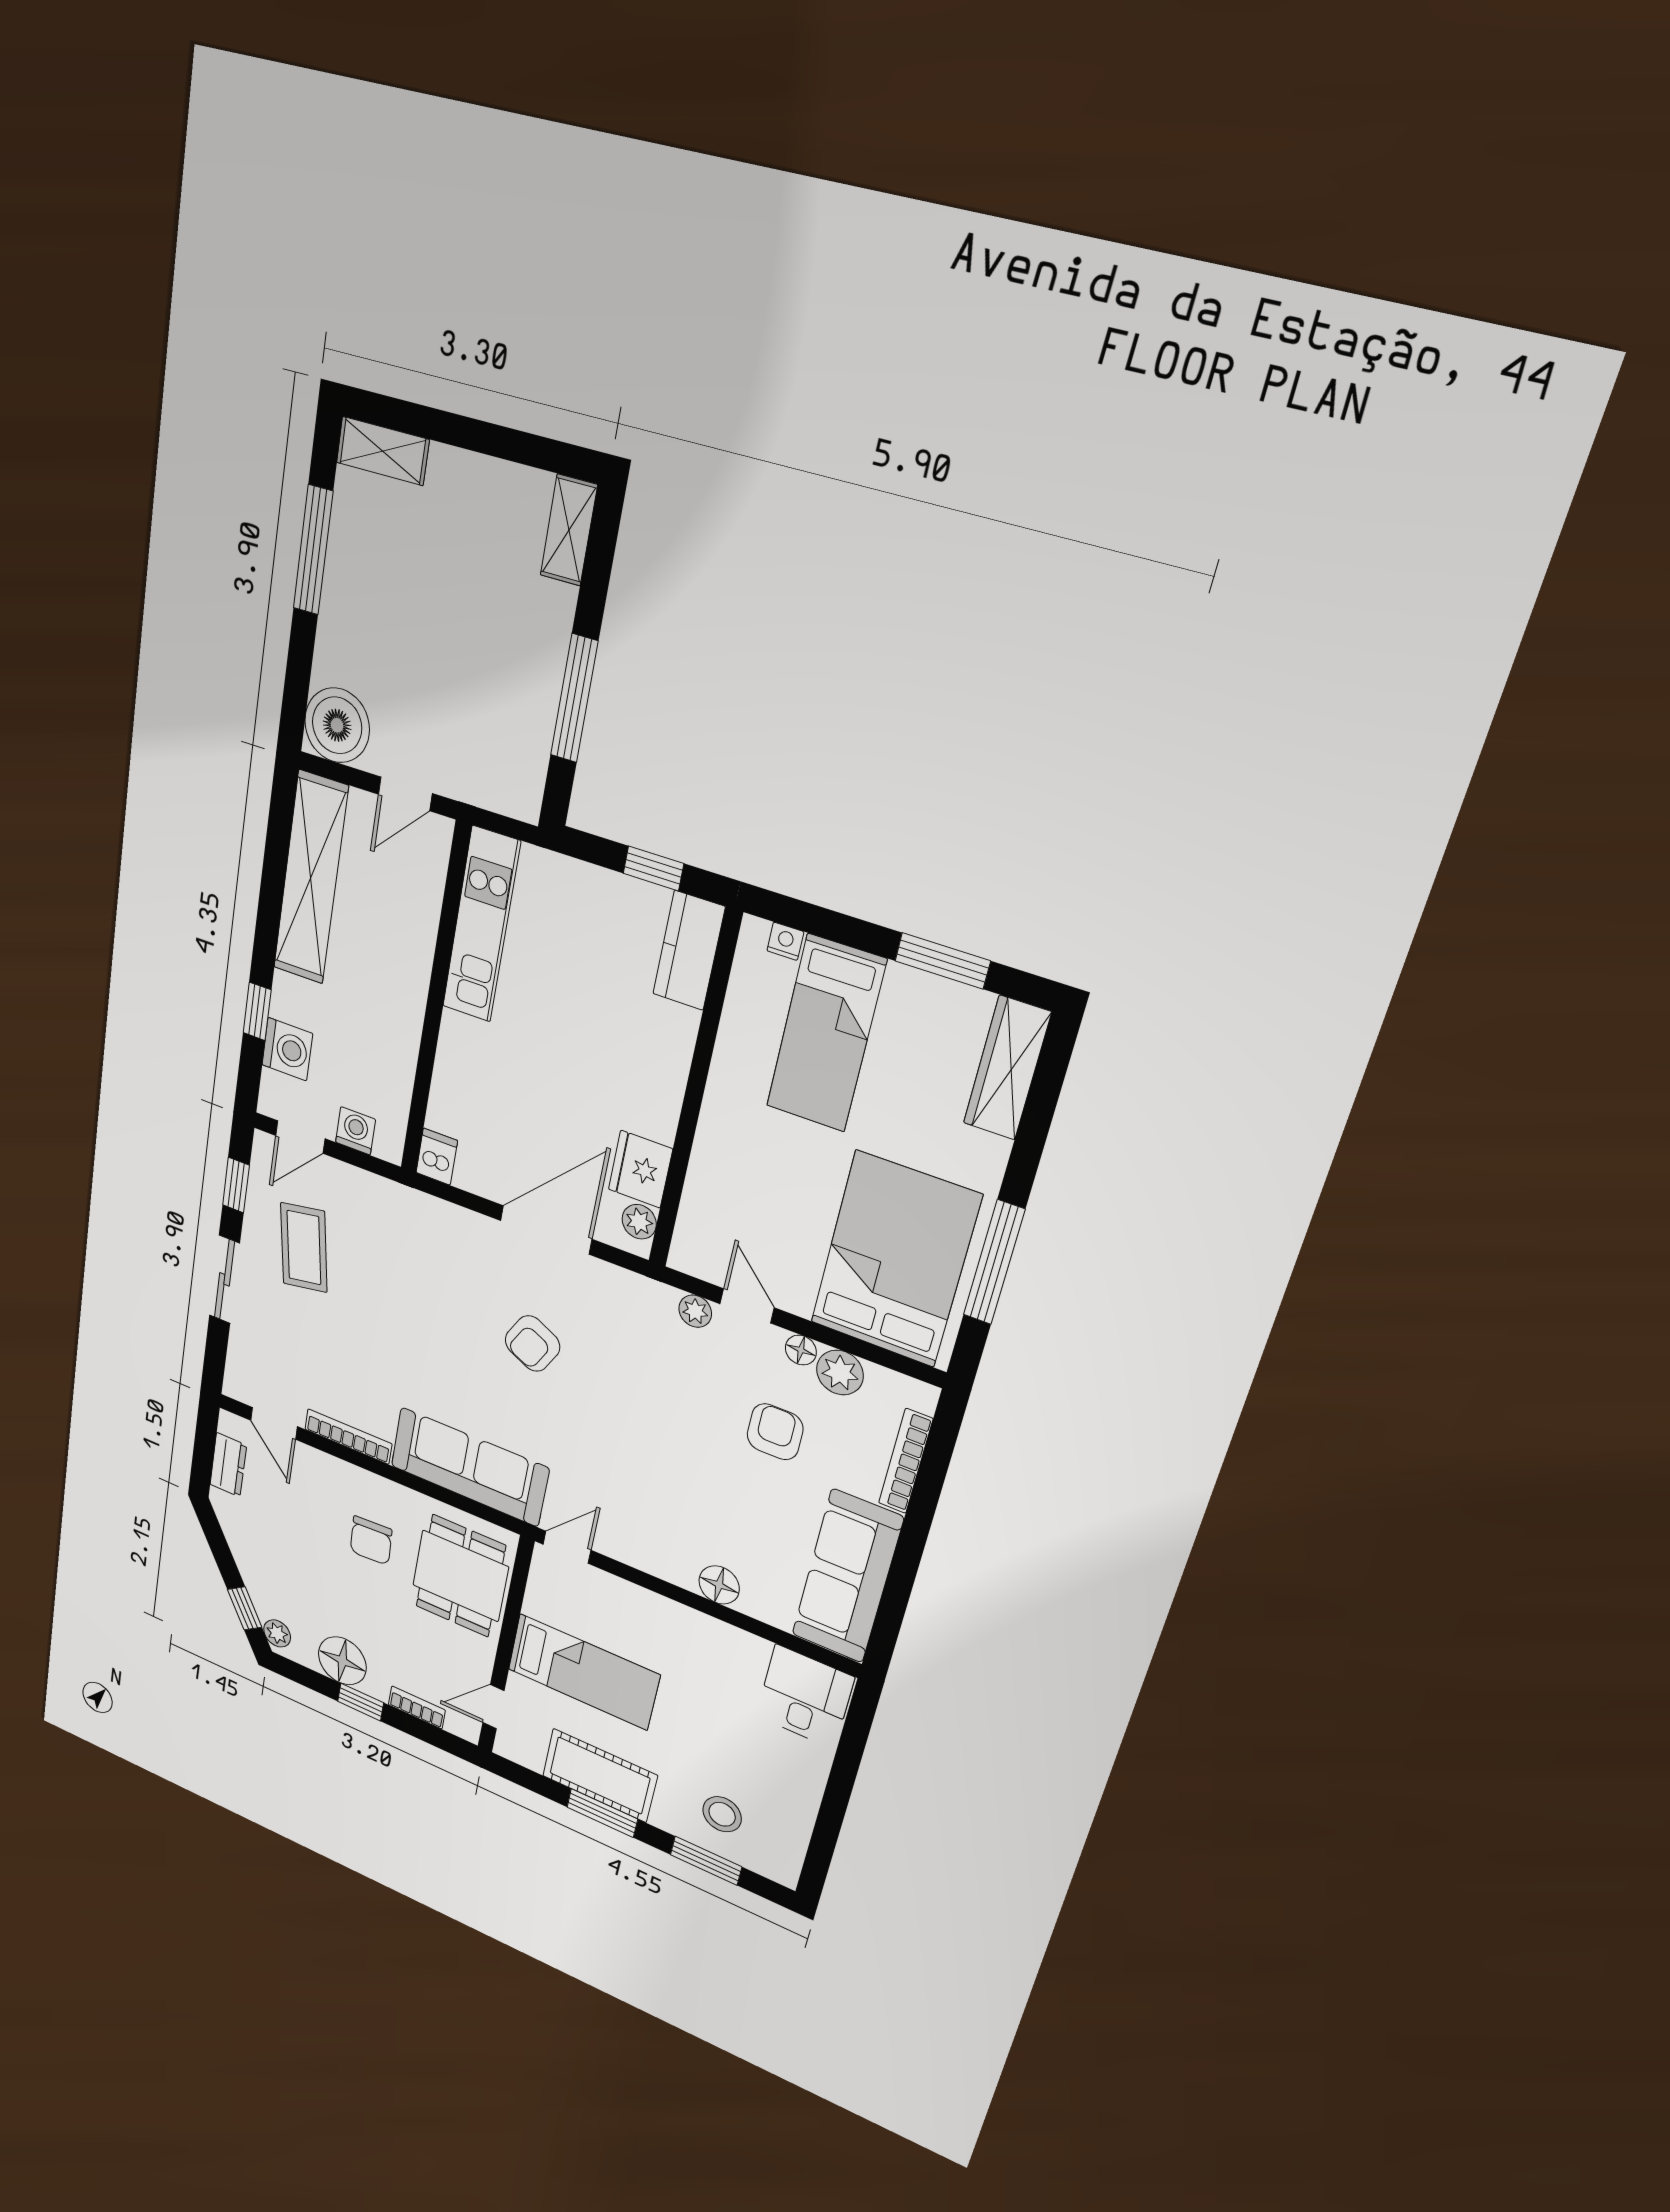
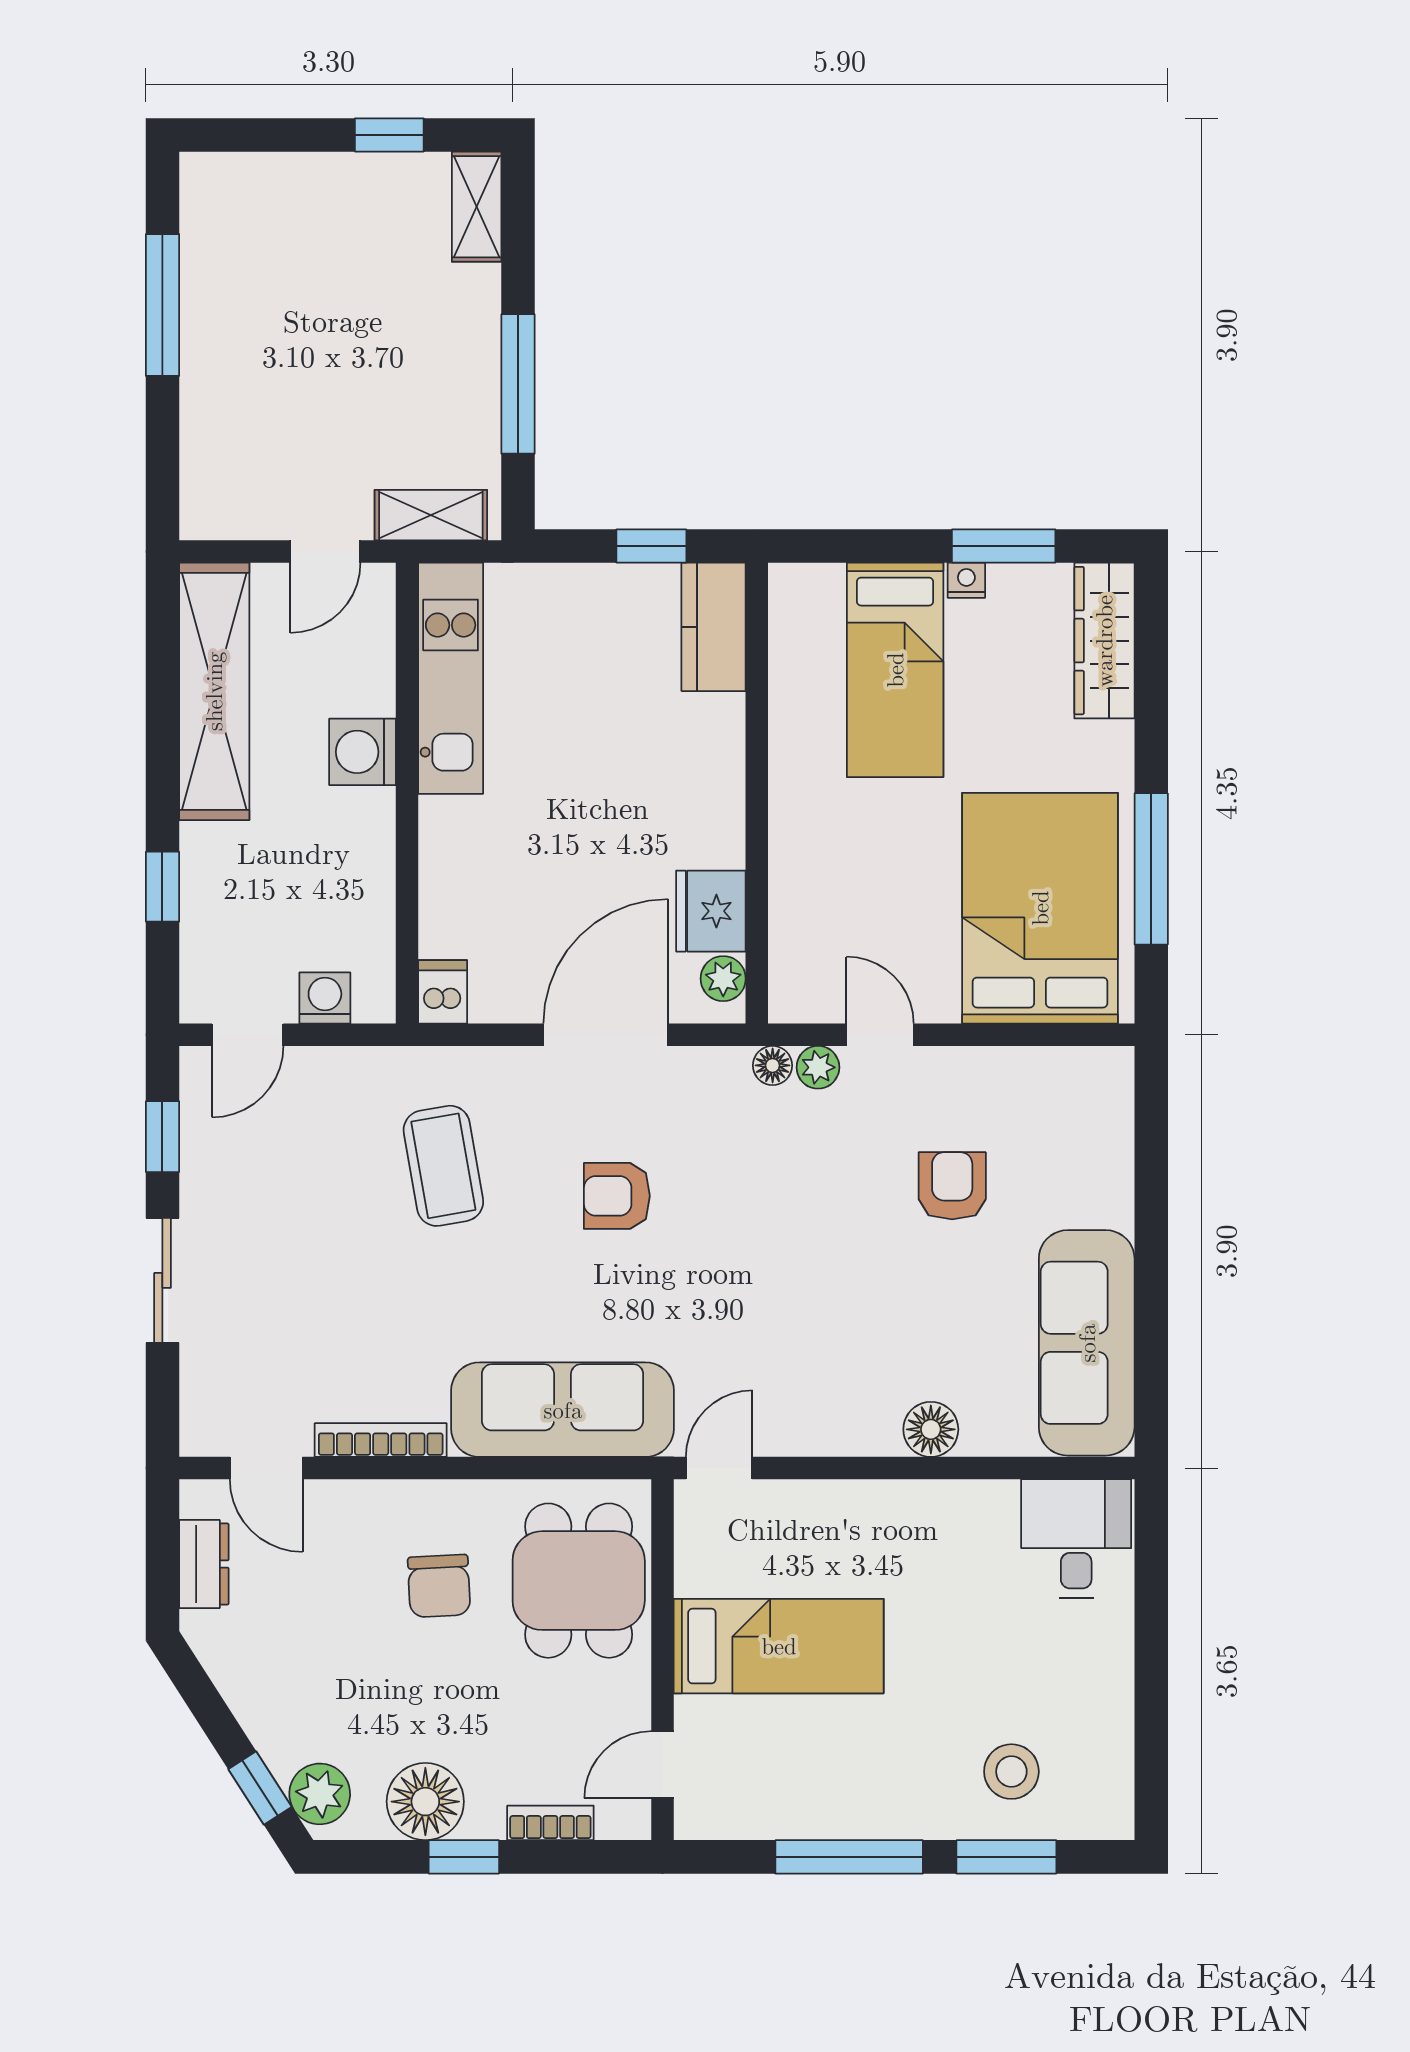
window: (509, 444) -> (389, 135), added
shelving: (383, 451) -> (431, 515), moved
boiler: (337, 725) -> (223, 496), removed
nightstand: (785, 941) -> (966, 580), moved
washing machine: (287, 1049) -> (362, 752), moved, turned 180
coffee table: (304, 1248) -> (443, 1166), moved
armchair: (532, 1344) -> (617, 1196), turned 63
floor lamp: (801, 1350) -> (773, 1065), moved
plant: (840, 1373) -> (1011, 1075), removed
bookcase: (906, 1461) -> (1117, 1157), removed
plant: (277, 1633) -> (320, 1794), width x1.38, depth x1.38
cot: (600, 1775) -> (833, 1798), removed
window: (602, 1813) -> (849, 1857), width x1.44

